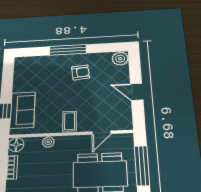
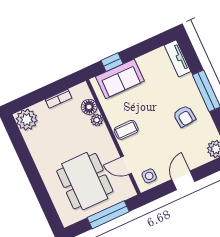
tv unit: (30, 62) -> (177, 58), added
side table: (120, 117) -> (149, 176), added
floor lamp: (16, 145) -> (89, 107), moved

